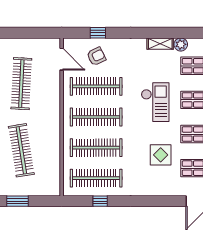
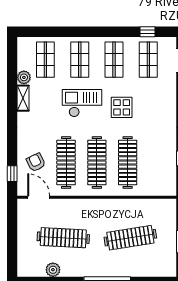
window: (98, 33) -> (12, 174), moved
door: (62, 59) -> (39, 197), hinge flipped
display table: (161, 155) -> (122, 107), moved
clothes rail: (96, 178) -> (158, 163), removed

